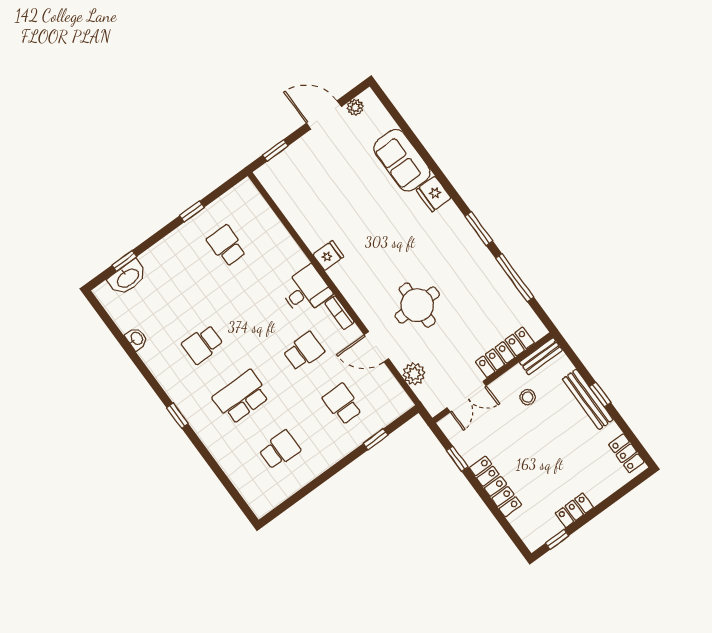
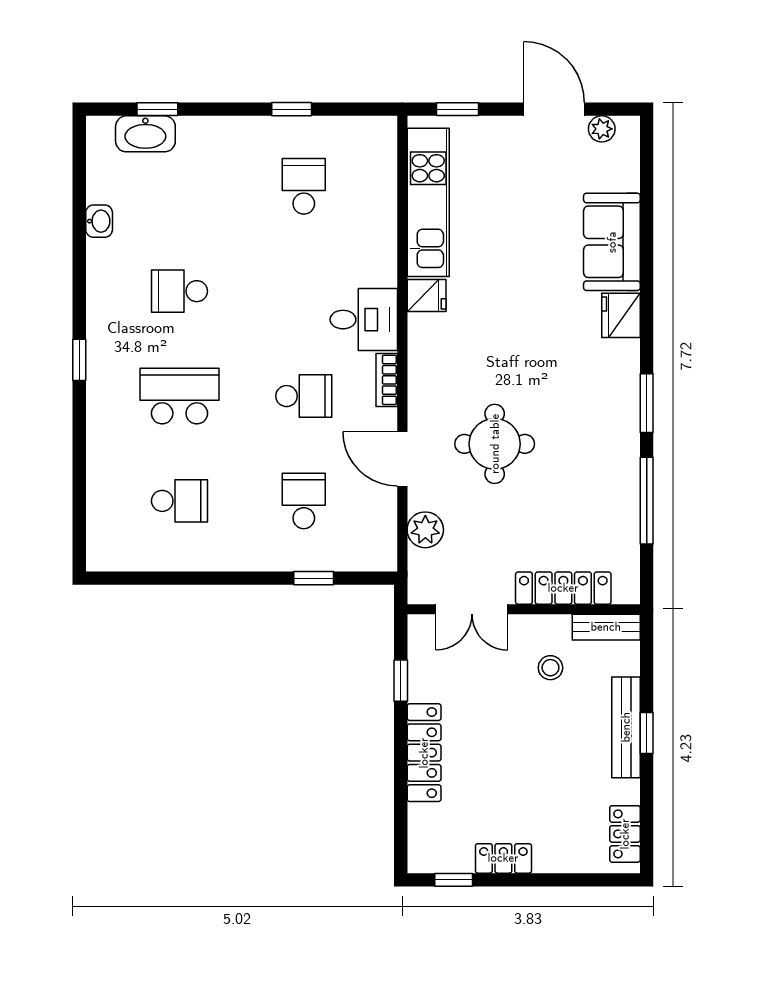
kitchen unit: (295, 208) -> (428, 202), added

